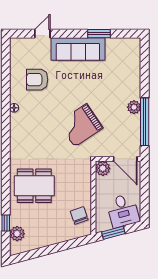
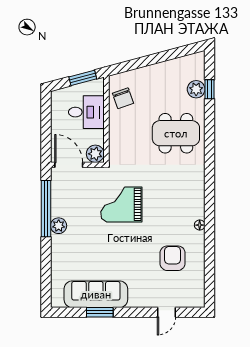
sofa: (78, 49) -> (96, 294), moved
armchair: (37, 80) -> (173, 258), turned -90
grand piano: (81, 125) -> (121, 204), turned -146
desk: (123, 211) -> (86, 112), moved, turned 105
plant: (17, 234) -> (196, 89), moved

